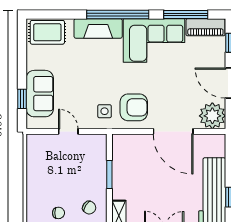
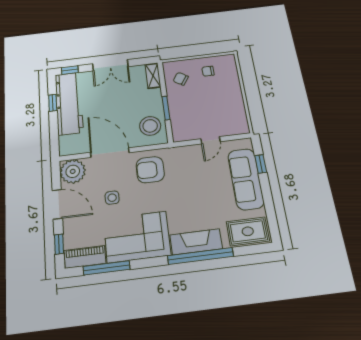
window: (118, 14) -> (200, 256), moved
sofa: (40, 94) -> (246, 179), width x1.36
side table: (105, 111) -> (112, 198), moved
door: (68, 131) -> (210, 140), hinge flipped
stool: (128, 156) -> (150, 126), added

